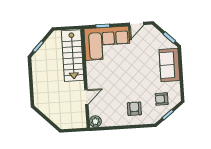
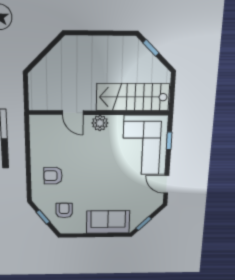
armchair: (134, 109) -> (53, 176), turned 180
plant: (95, 121) -> (100, 123), moved

